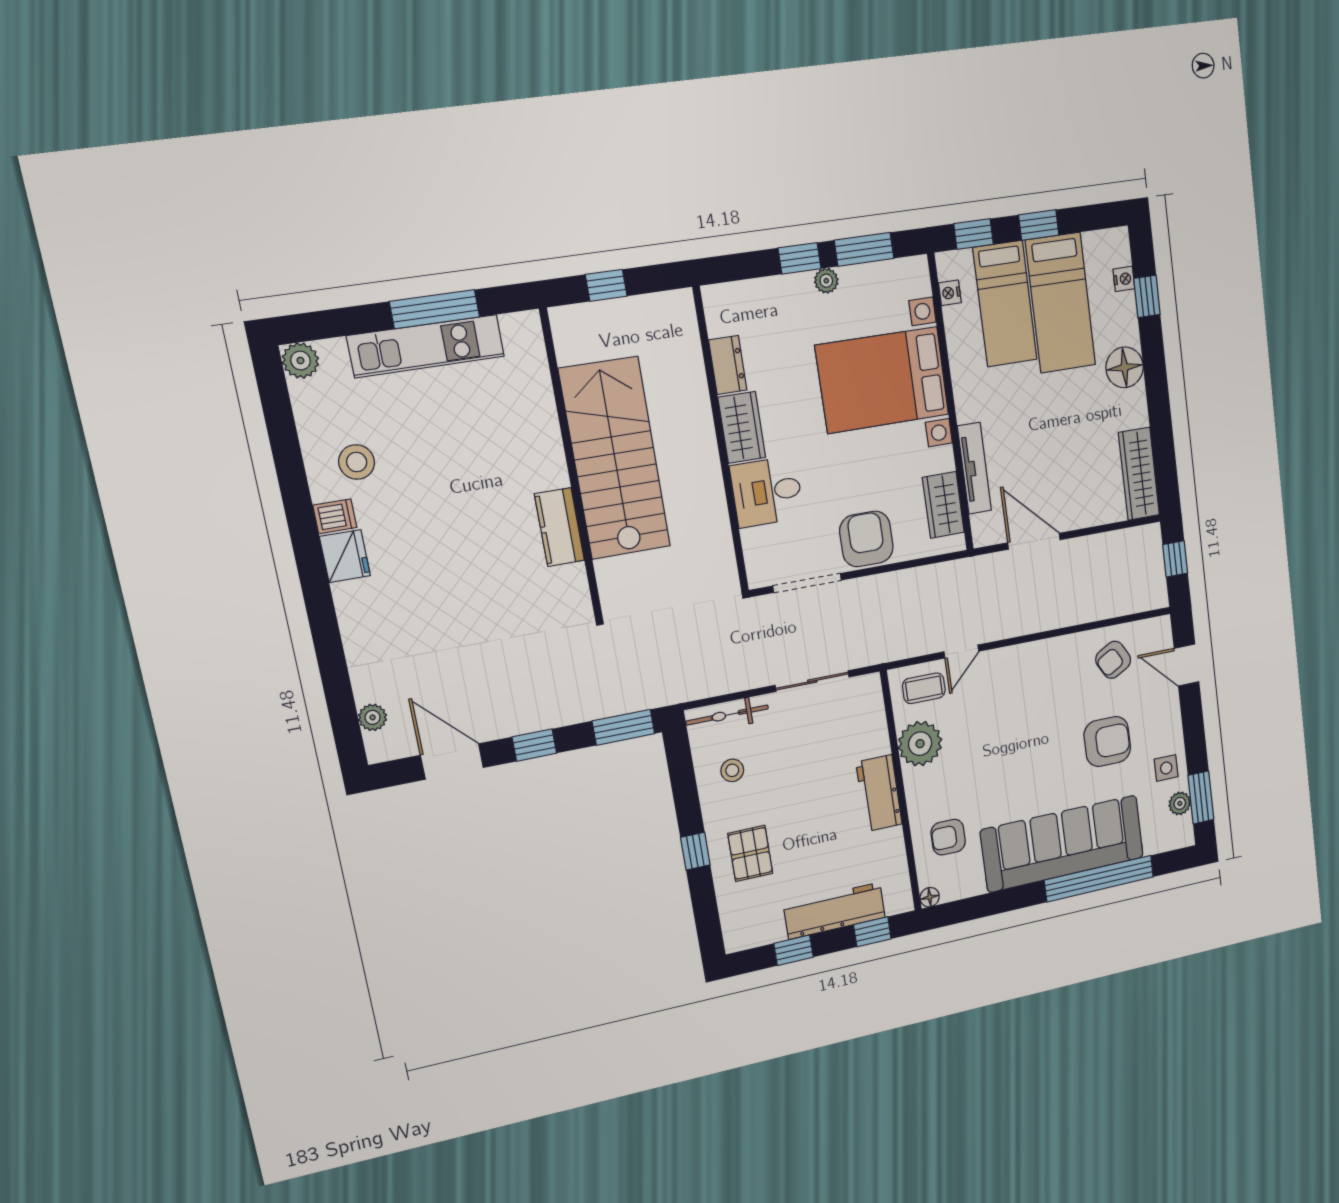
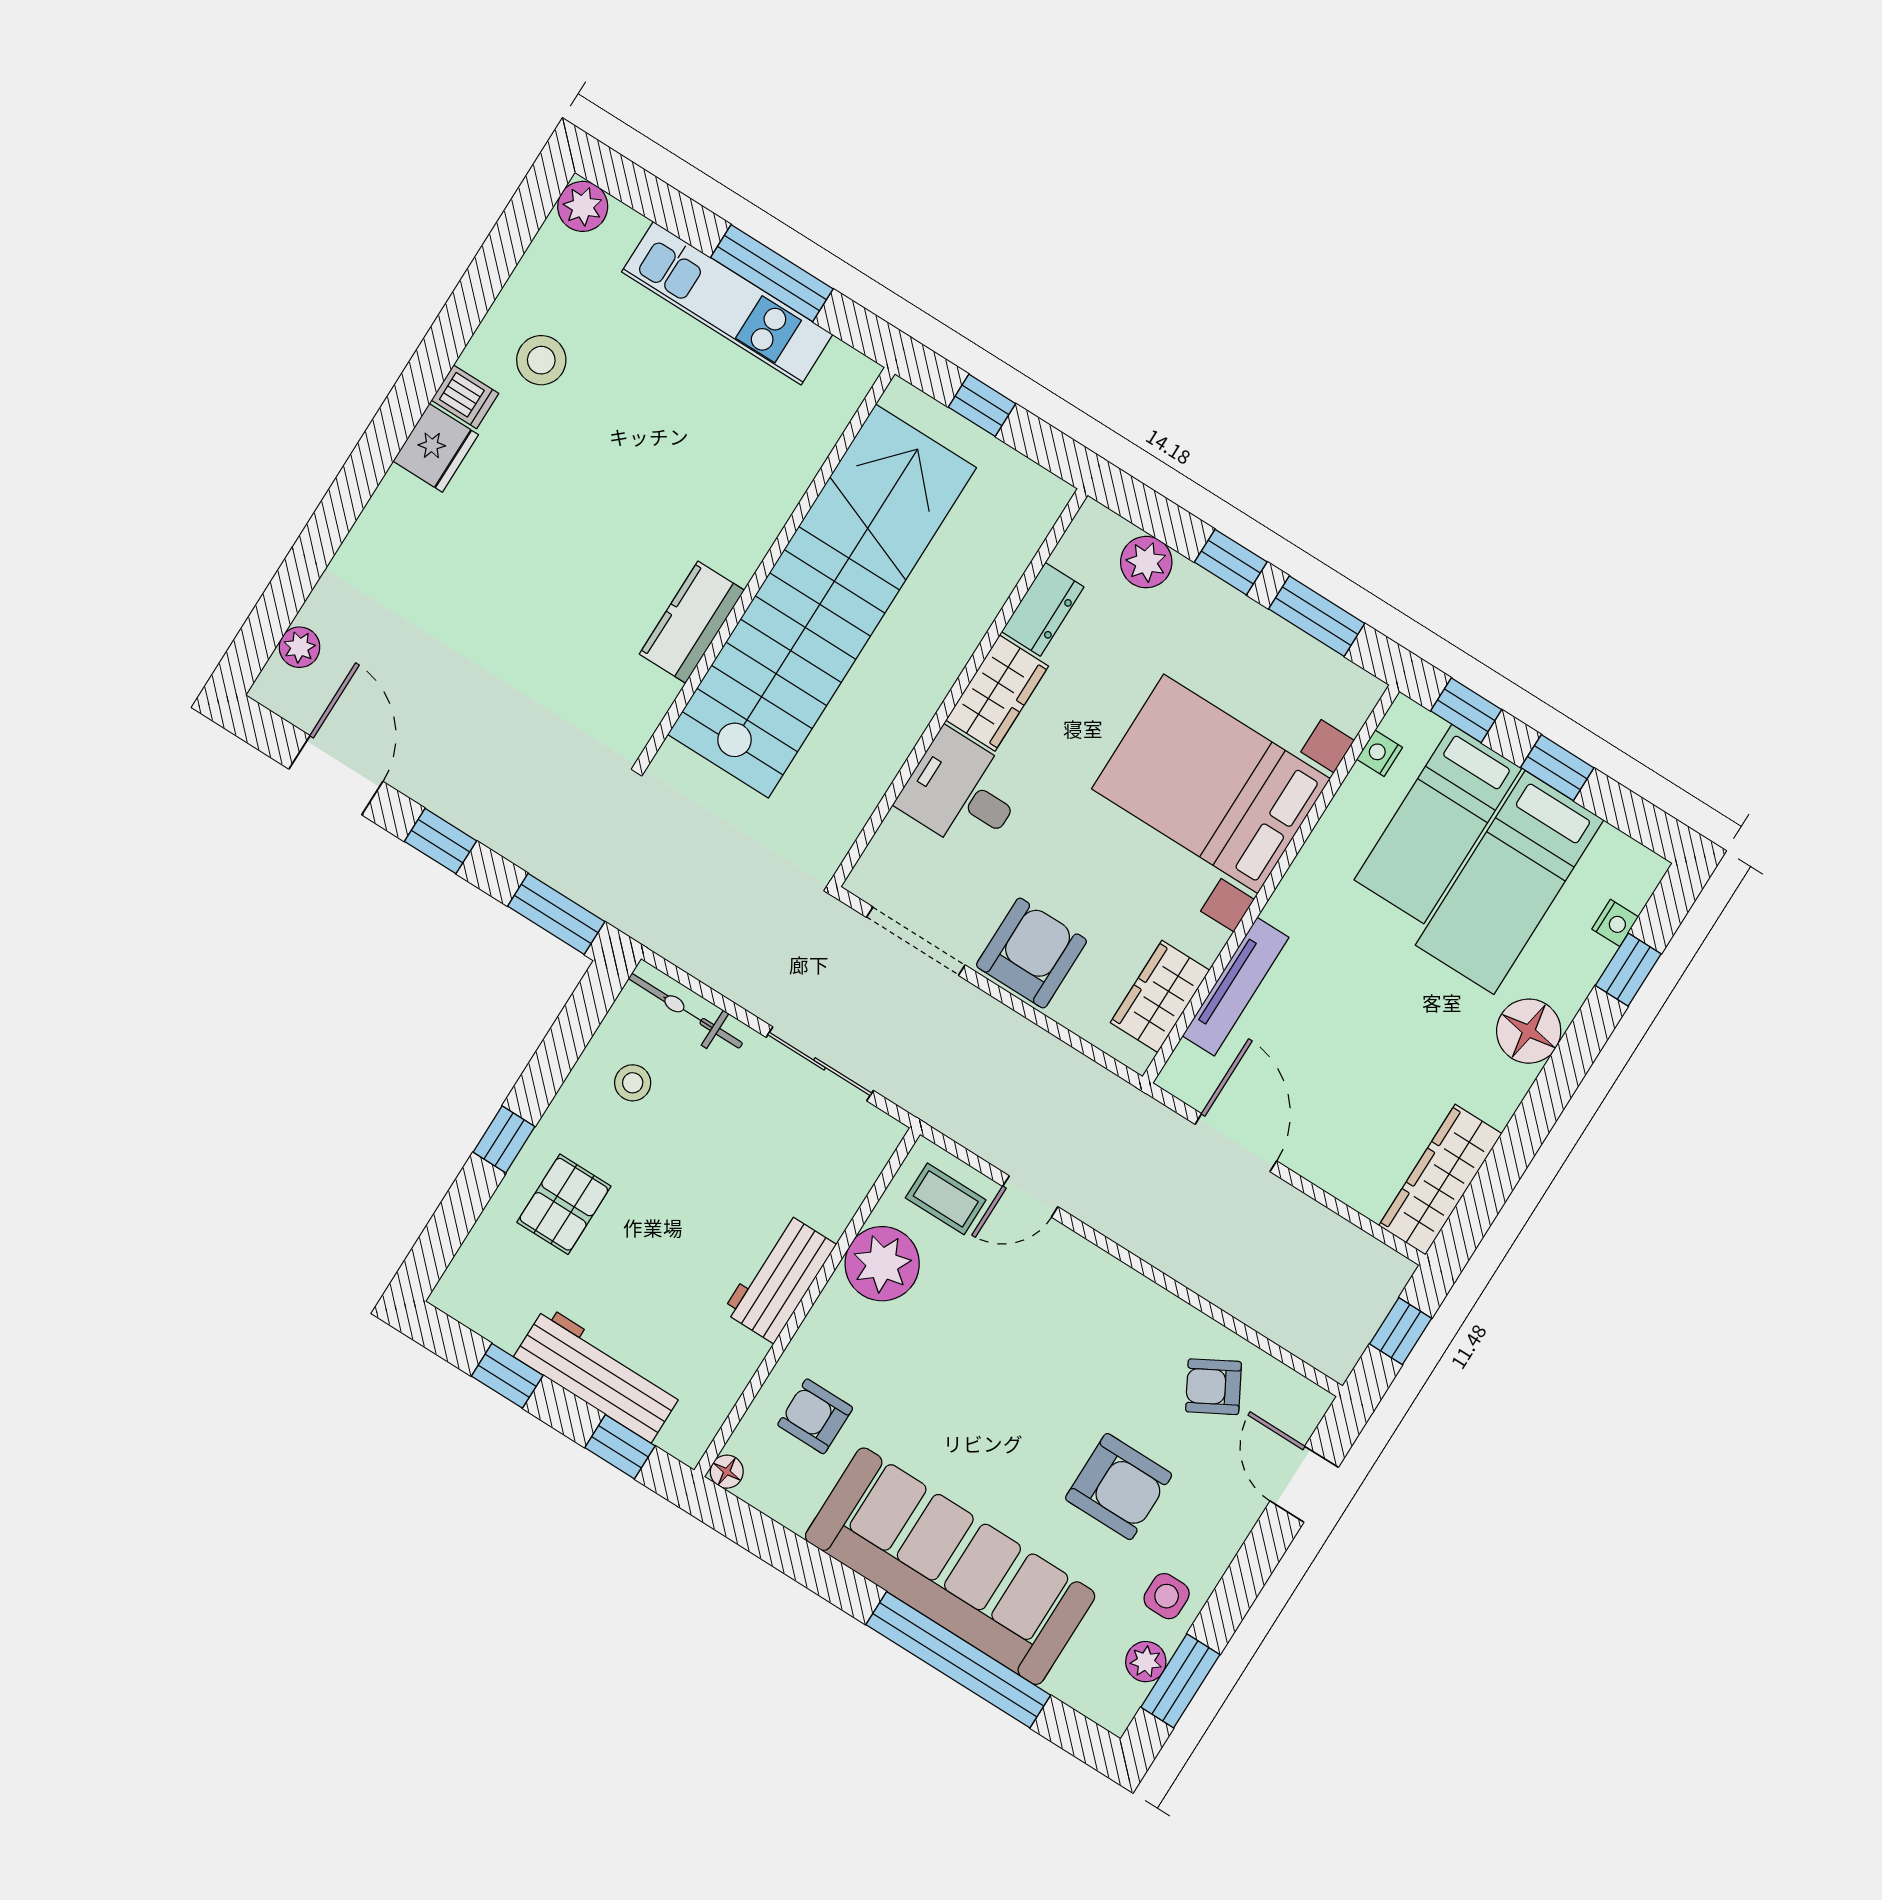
plant: (826, 281) -> (1146, 562), moved, width x1.38, depth x1.38
stairs: (615, 458) -> (822, 601), width x1.36

